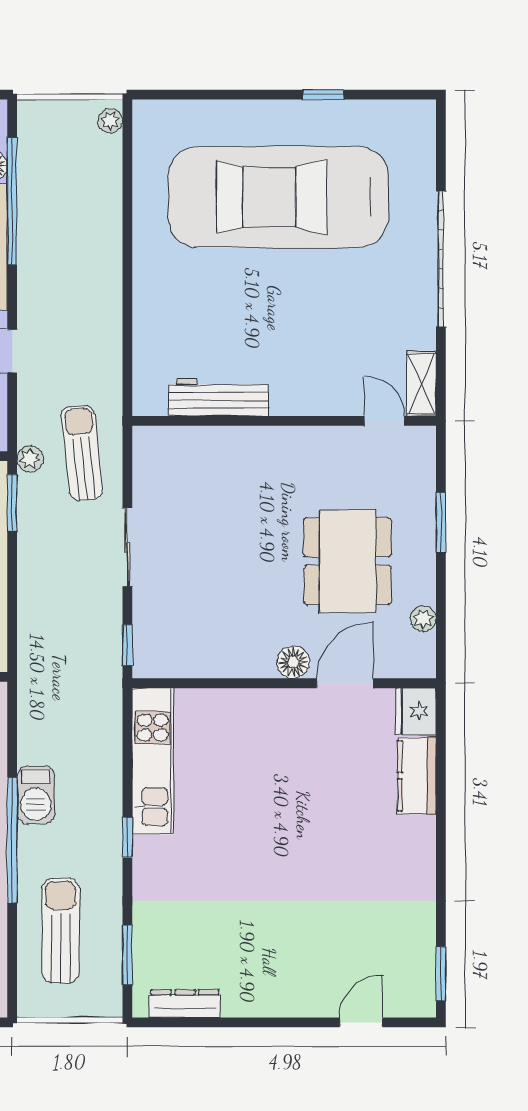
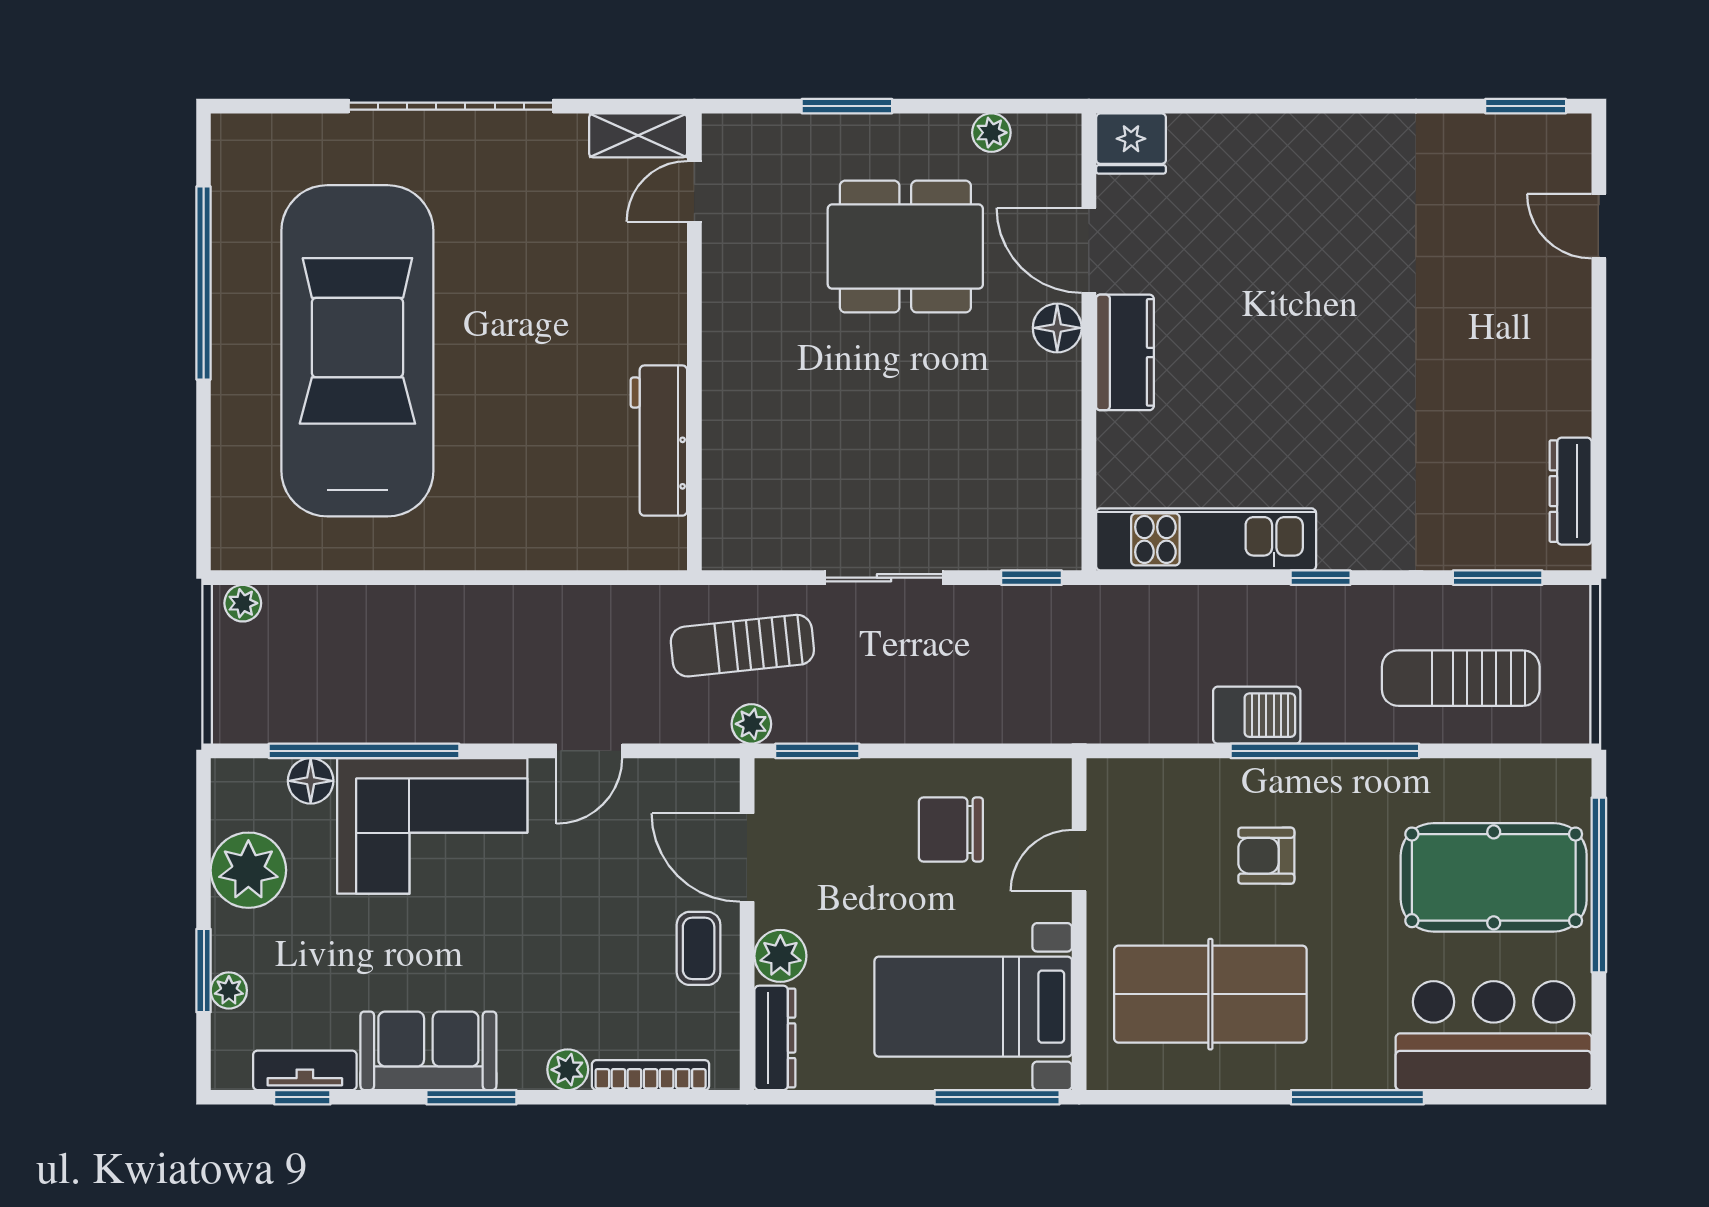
window: (323, 95) -> (204, 283), width x3.17
car: (278, 197) -> (357, 351), turned 180
kitchen counter: (417, 776) -> (1125, 352), moved, turned -90

